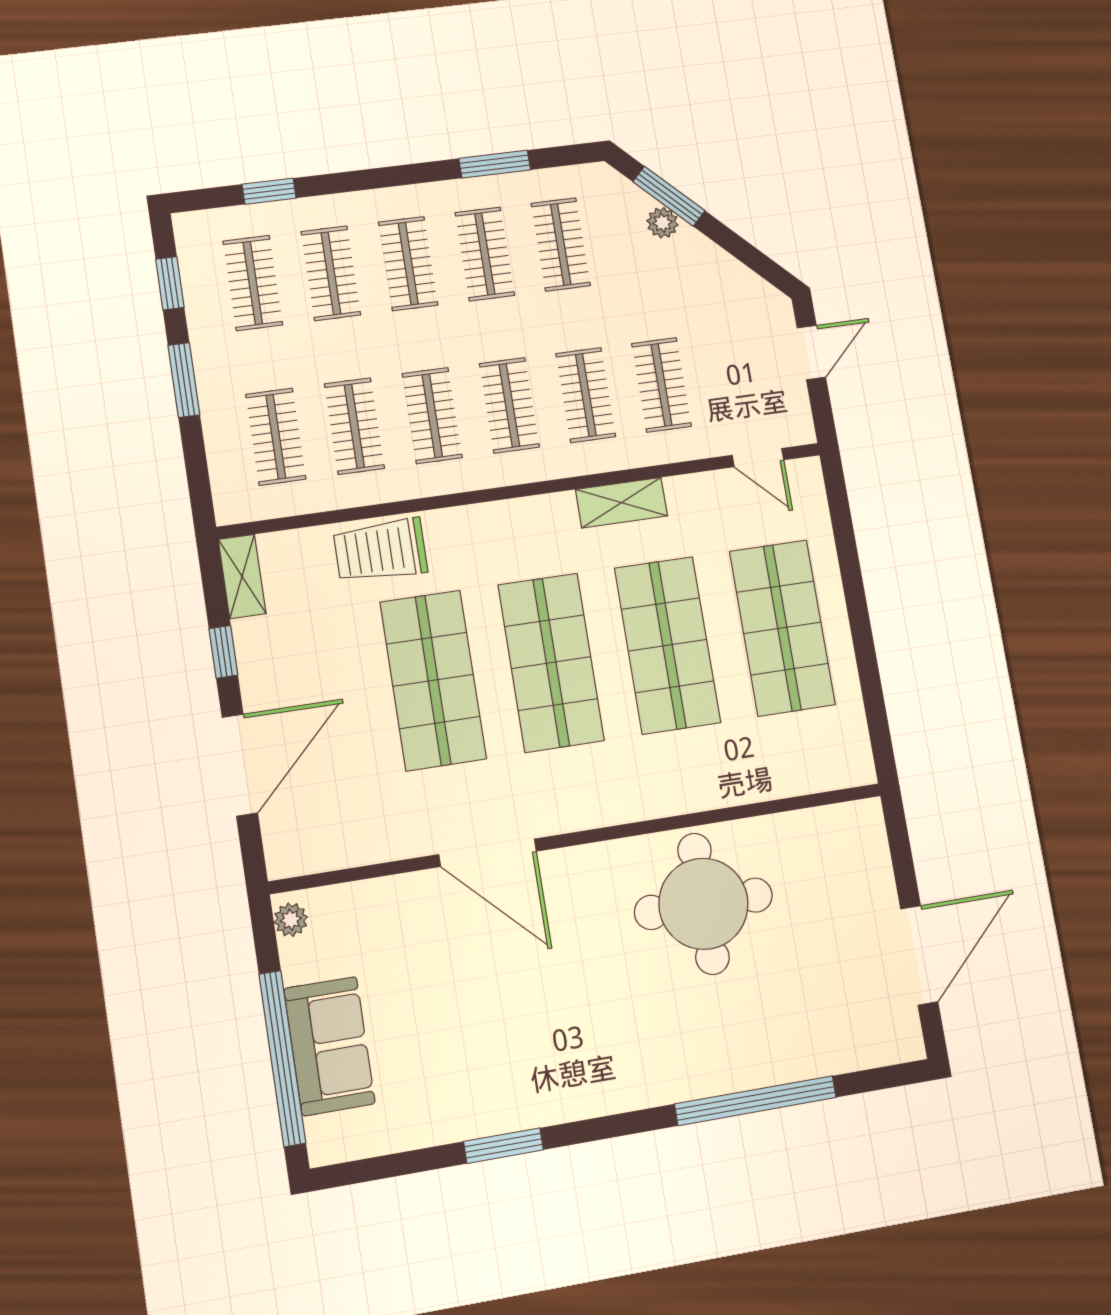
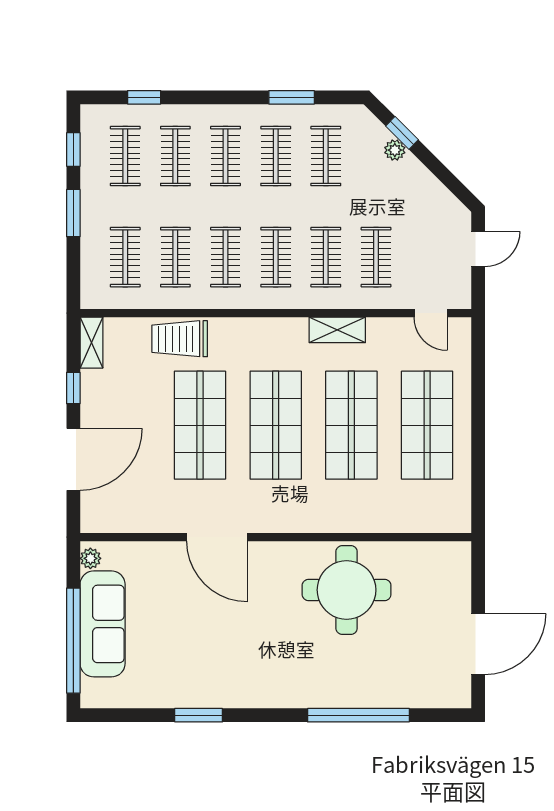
window: (669, 196) -> (402, 133), width x0.67
sofa: (329, 1046) -> (103, 624), width x1.36

